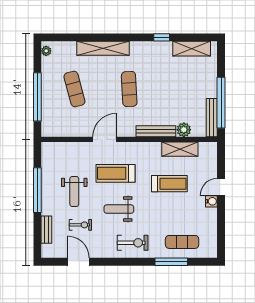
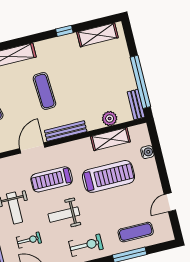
bench: (212, 118) -> (136, 105), width x0.73
bench: (156, 131) -> (66, 131), moved
treadmill: (169, 184) -> (108, 176), width x1.37, depth x1.38
door: (221, 187) -> (170, 202), moved
water cooler: (211, 201) -> (147, 152), moved

